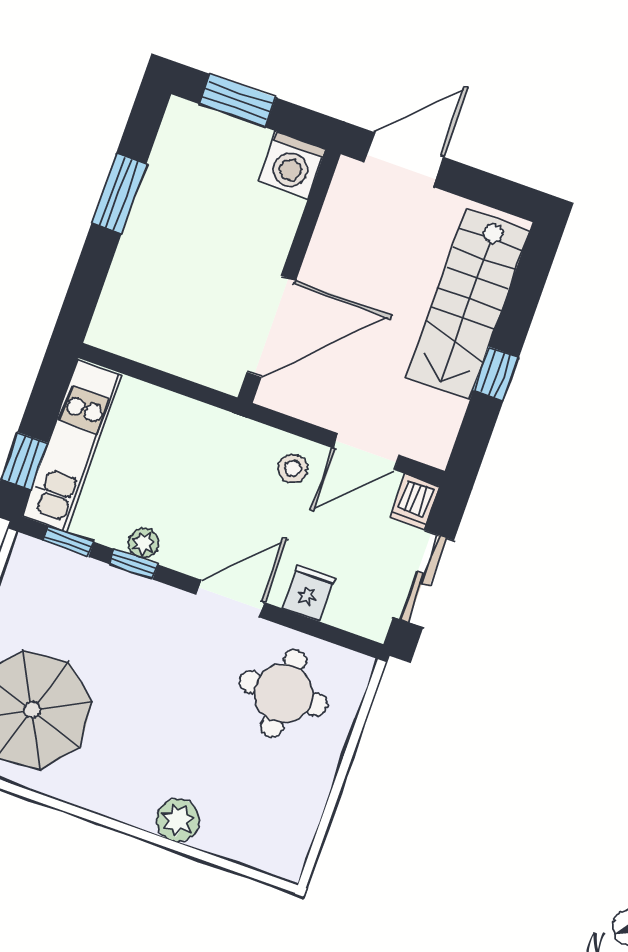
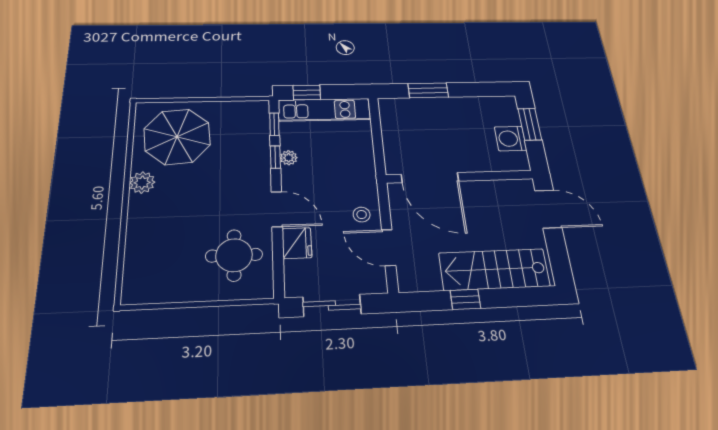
washing machine: (292, 165) -> (510, 139), moved
window: (119, 193) -> (428, 90), moved
dishwasher: (415, 502) -> (373, 284), removed
fridge: (309, 593) -> (297, 243), width x1.38
plant: (178, 820) -> (142, 183), moved

